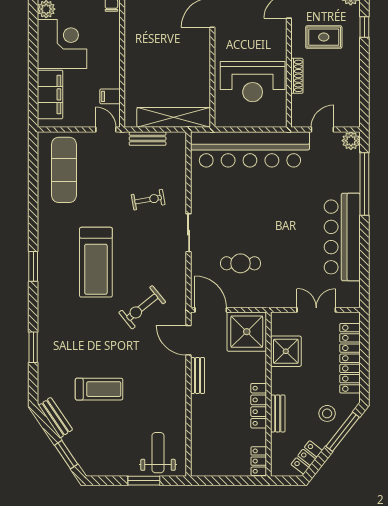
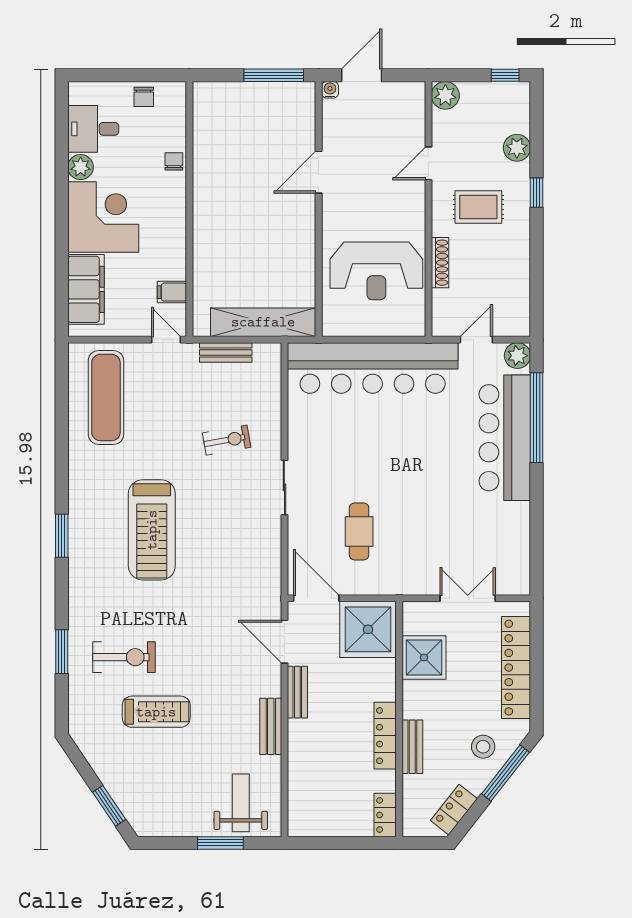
bar counter: (342, 237) -> (505, 438), moved
cafe table: (241, 263) -> (359, 531), turned 90
exercise bike: (142, 307) -> (124, 657), moved, turned -141
bench: (55, 418) -> (271, 726), moved, turned 34

